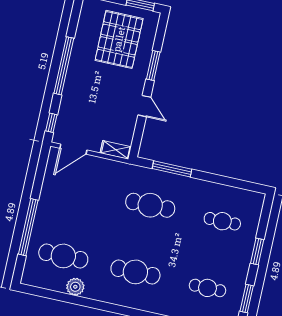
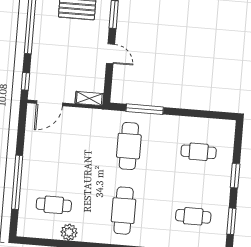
cafe table: (150, 205) -> (129, 146), turned 90
cafe table: (63, 256) -> (54, 205), width x0.73, depth x0.74
cafe table: (135, 272) -> (124, 211), turned 90

